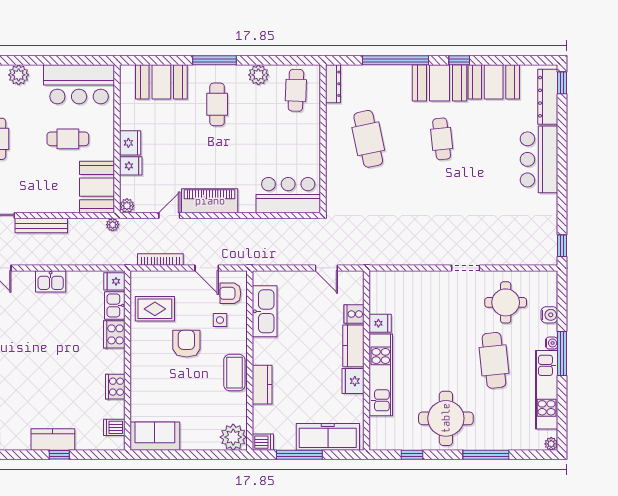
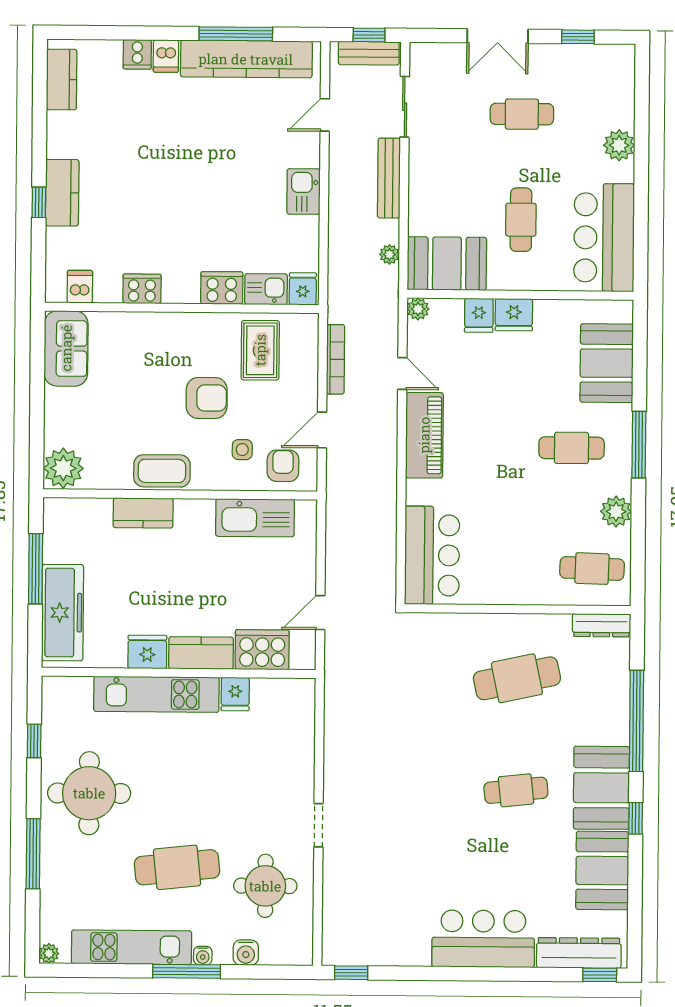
plant: (113, 225) -> (389, 254), moved
cooker: (354, 314) -> (262, 650), width x1.87, depth x1.31
dishwasher: (263, 442) -> (55, 513), removed

